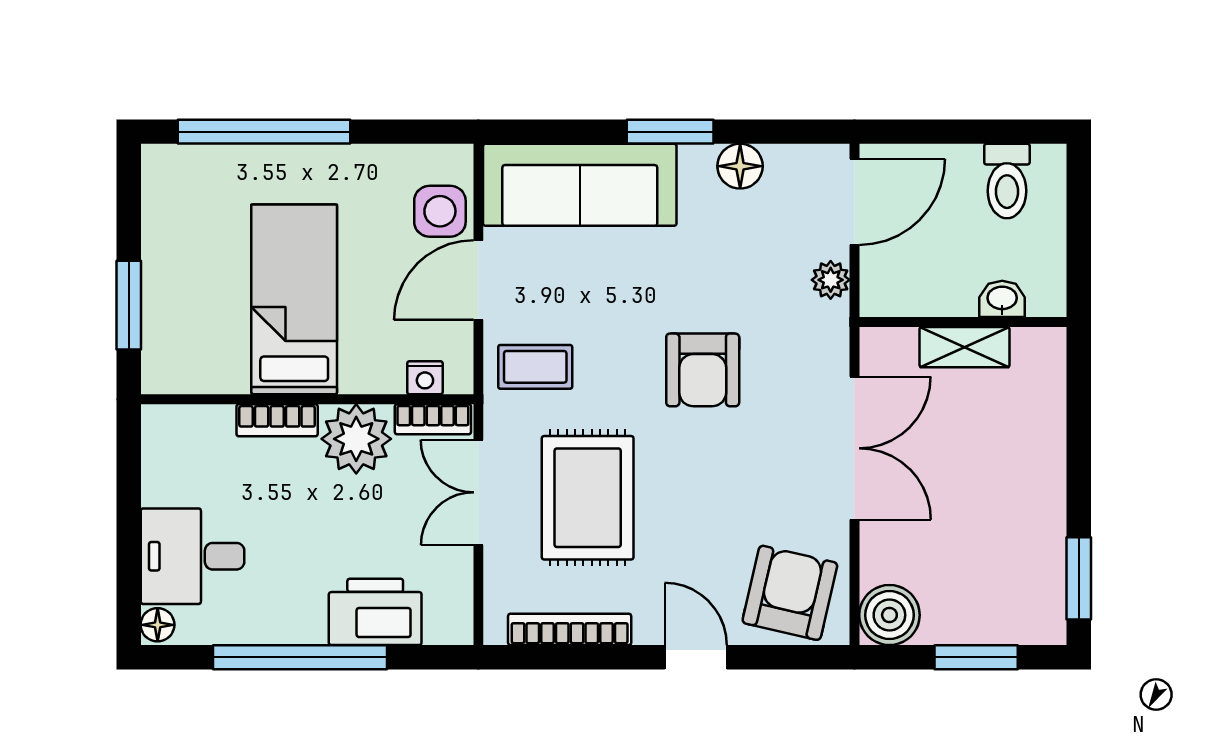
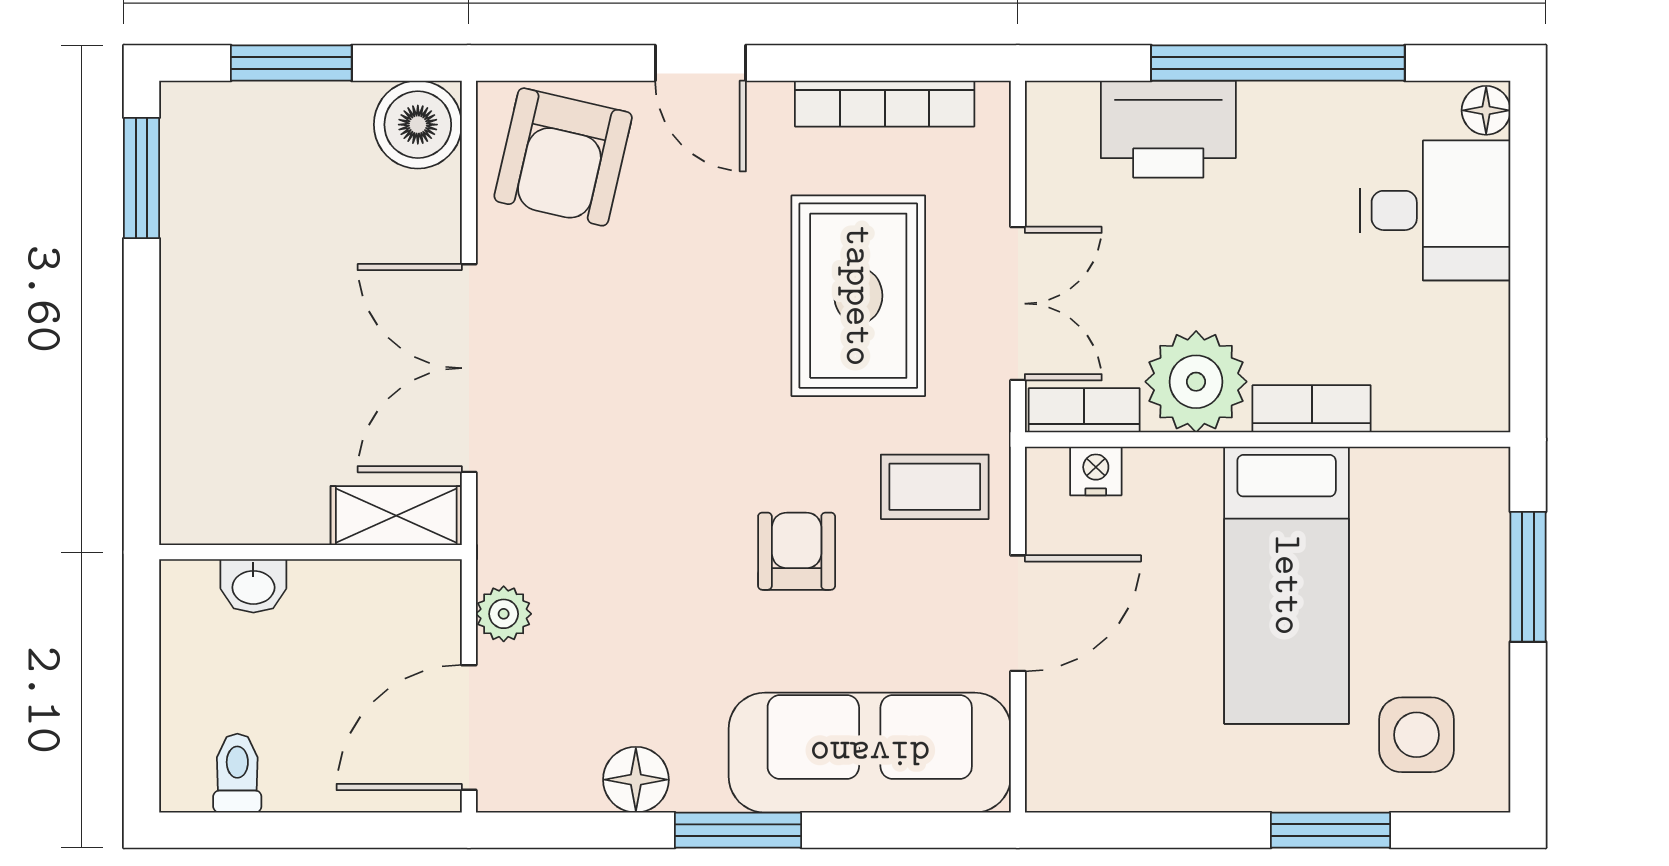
window: (264, 132) -> (1331, 830), width x0.47
toilet: (1007, 181) -> (237, 773), width x0.73, depth x0.72
side table: (440, 211) -> (1417, 735), moved
shelving: (965, 347) -> (396, 516), moved
armchair: (703, 370) -> (797, 551), moved, width x0.72, depth x0.72

